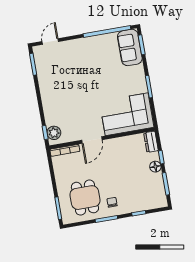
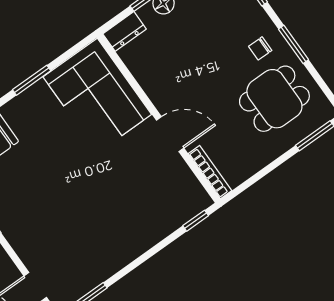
plant: (54, 133) -> (189, 205), removed

